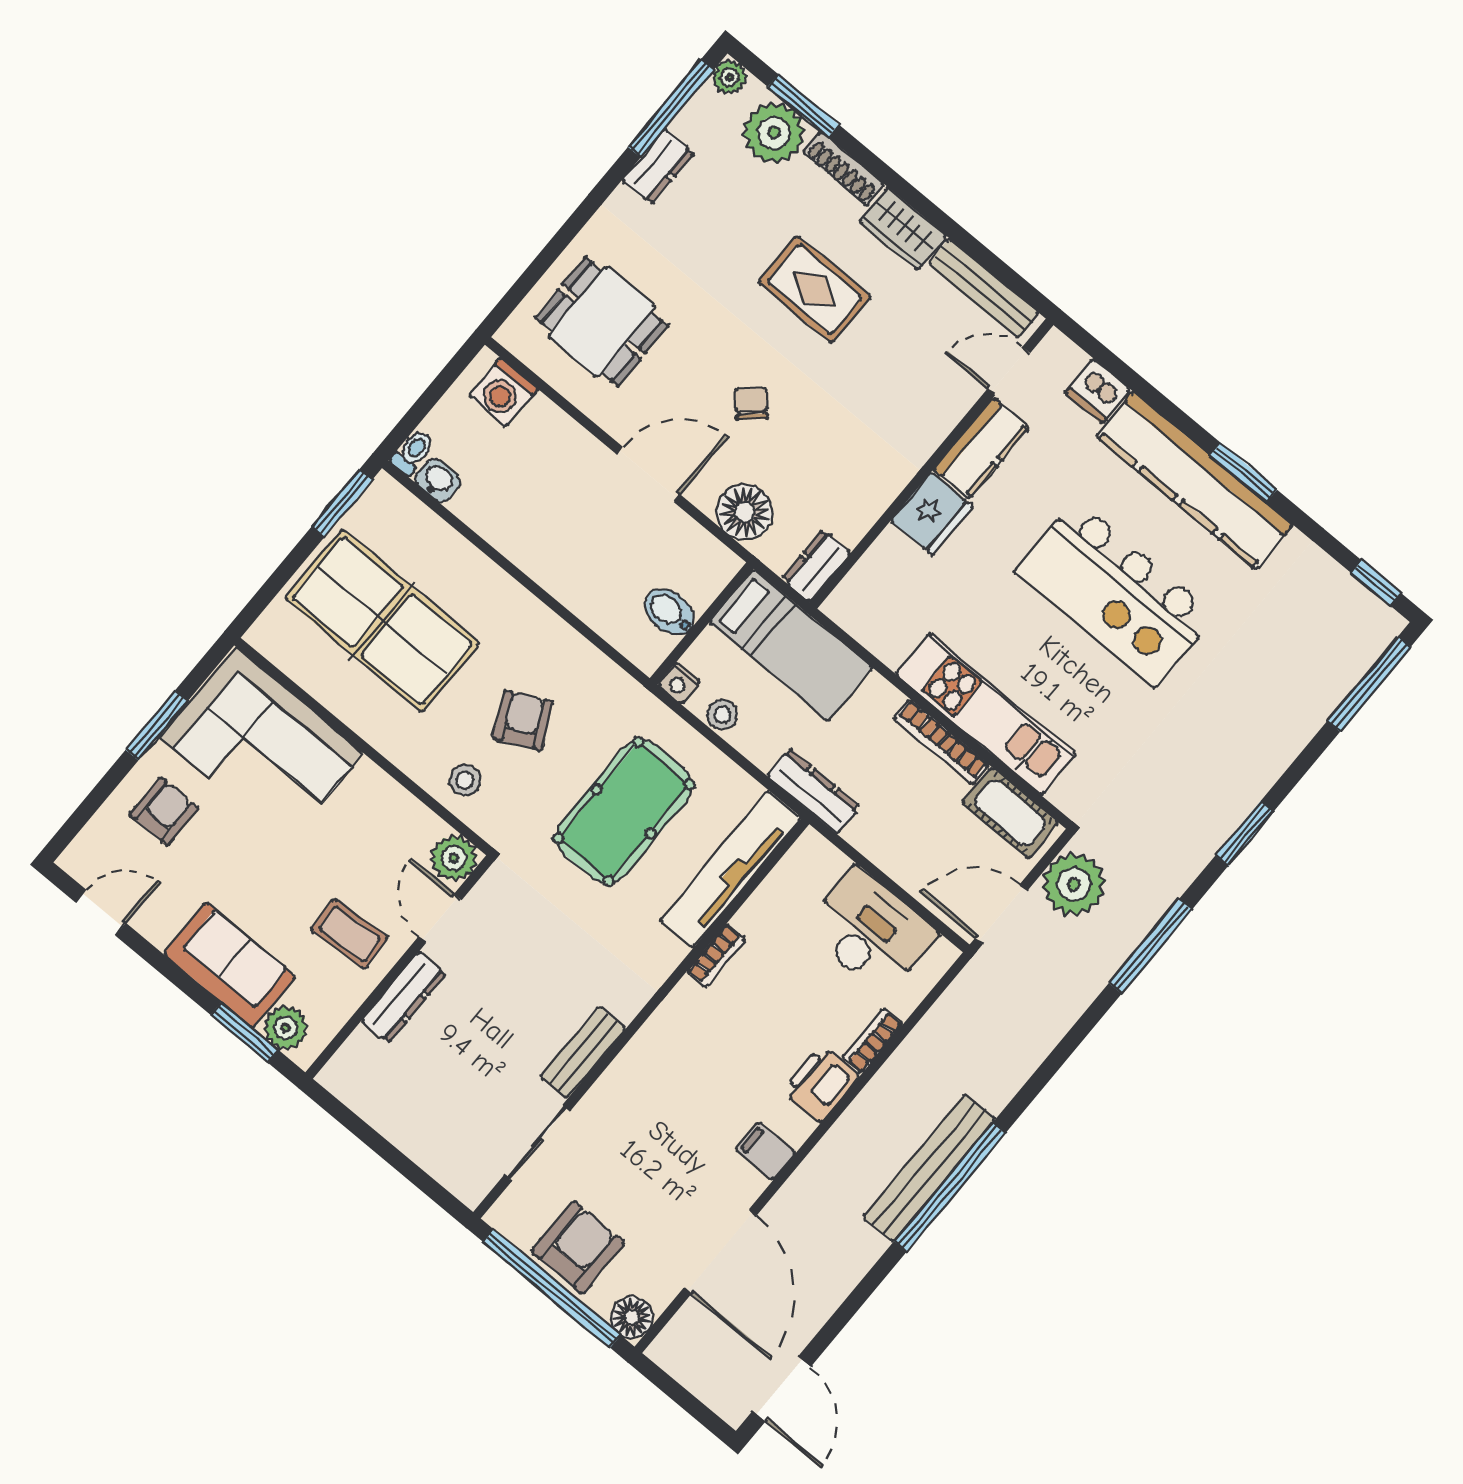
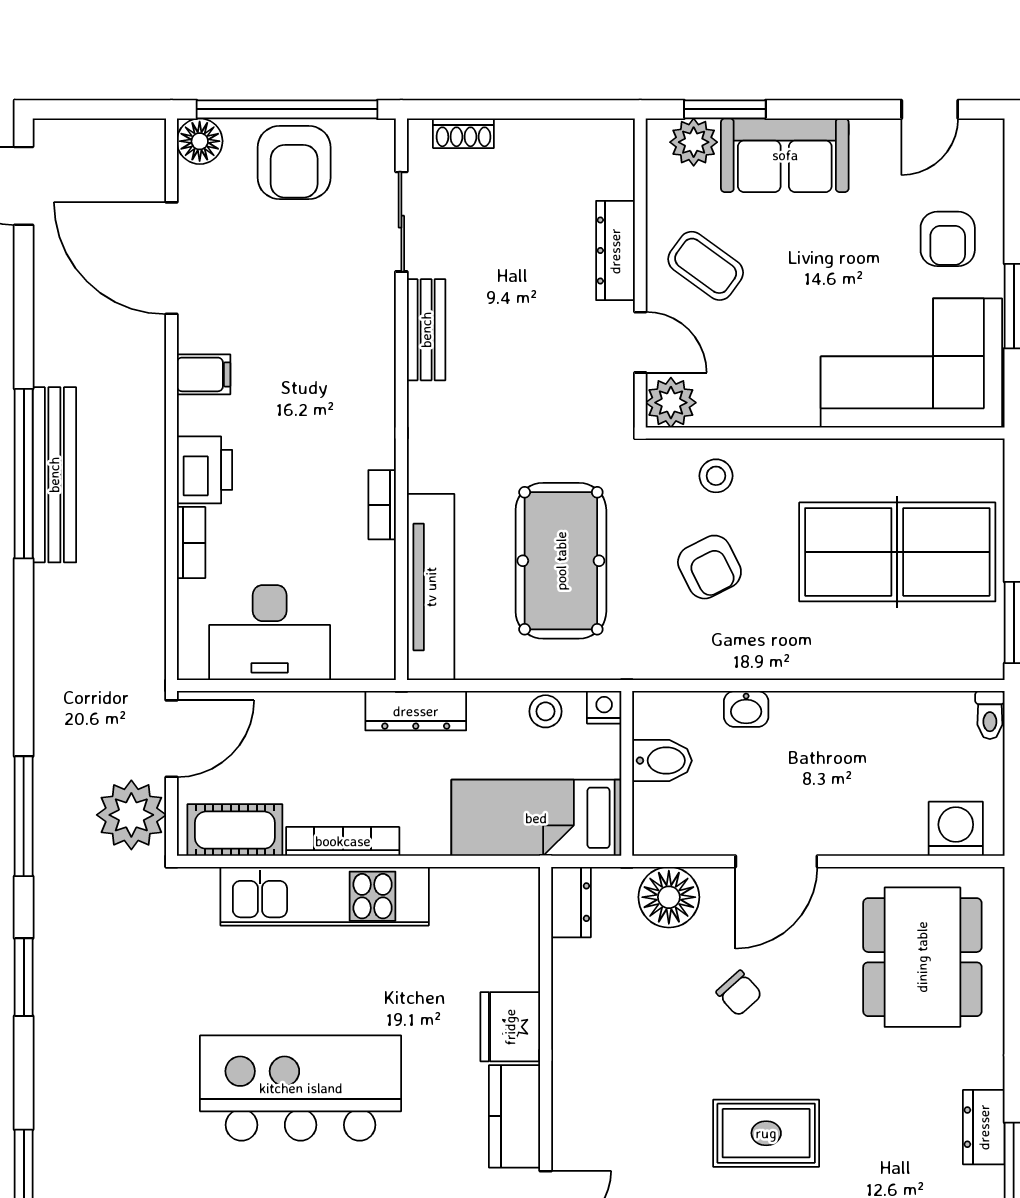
dining table: (602, 322) -> (922, 957), width x1.38
washbasin: (438, 480) -> (746, 709), moved
coffee table: (350, 934) -> (706, 266), turned 40
shoe rack: (442, 1169) -> (463, 133), added

